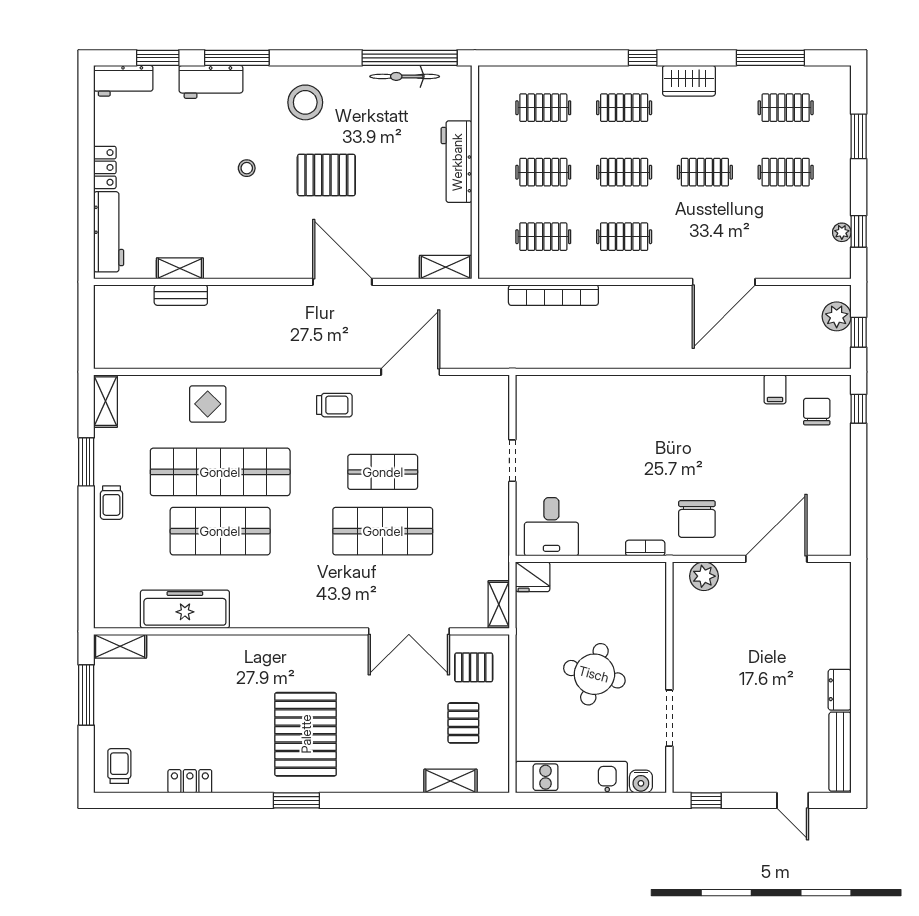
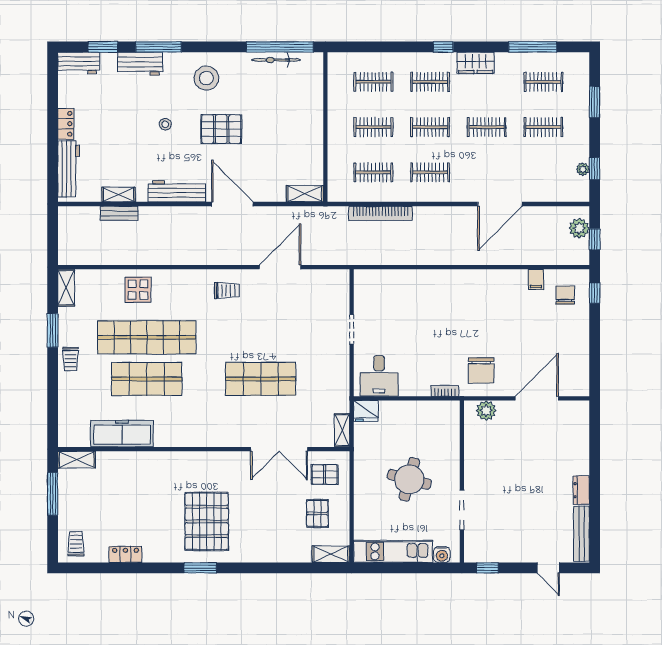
workbench: (457, 162) -> (177, 191), moved, turned 90
shop shelf: (383, 472) -> (261, 337), removed
shelving: (450, 781) -> (331, 554), moved

